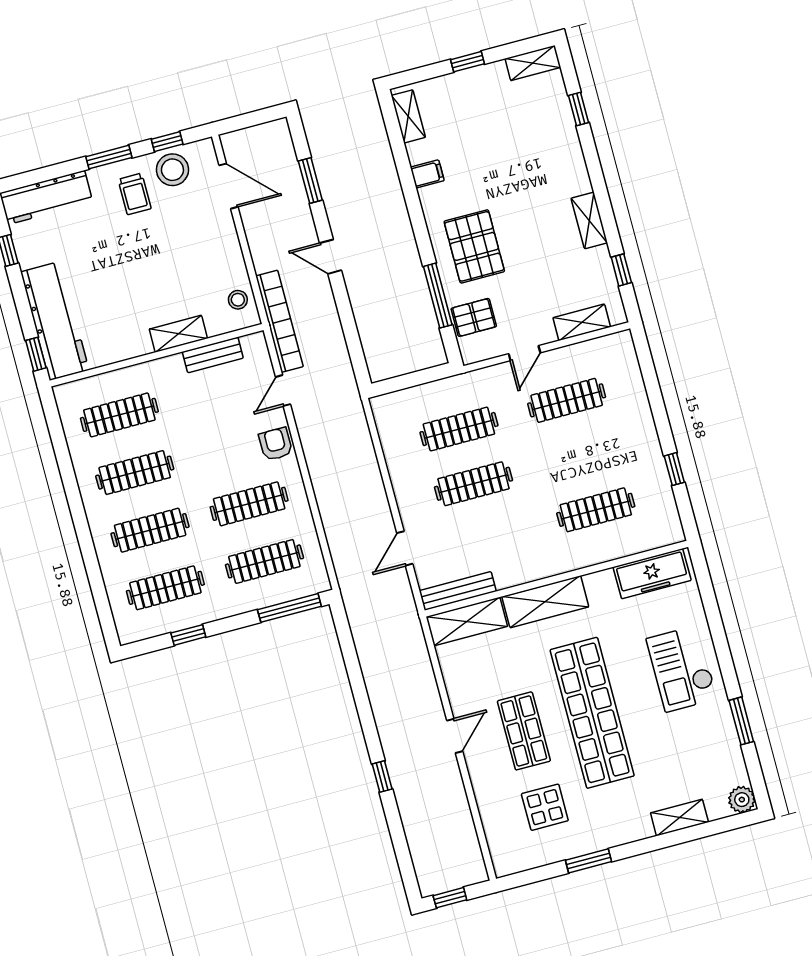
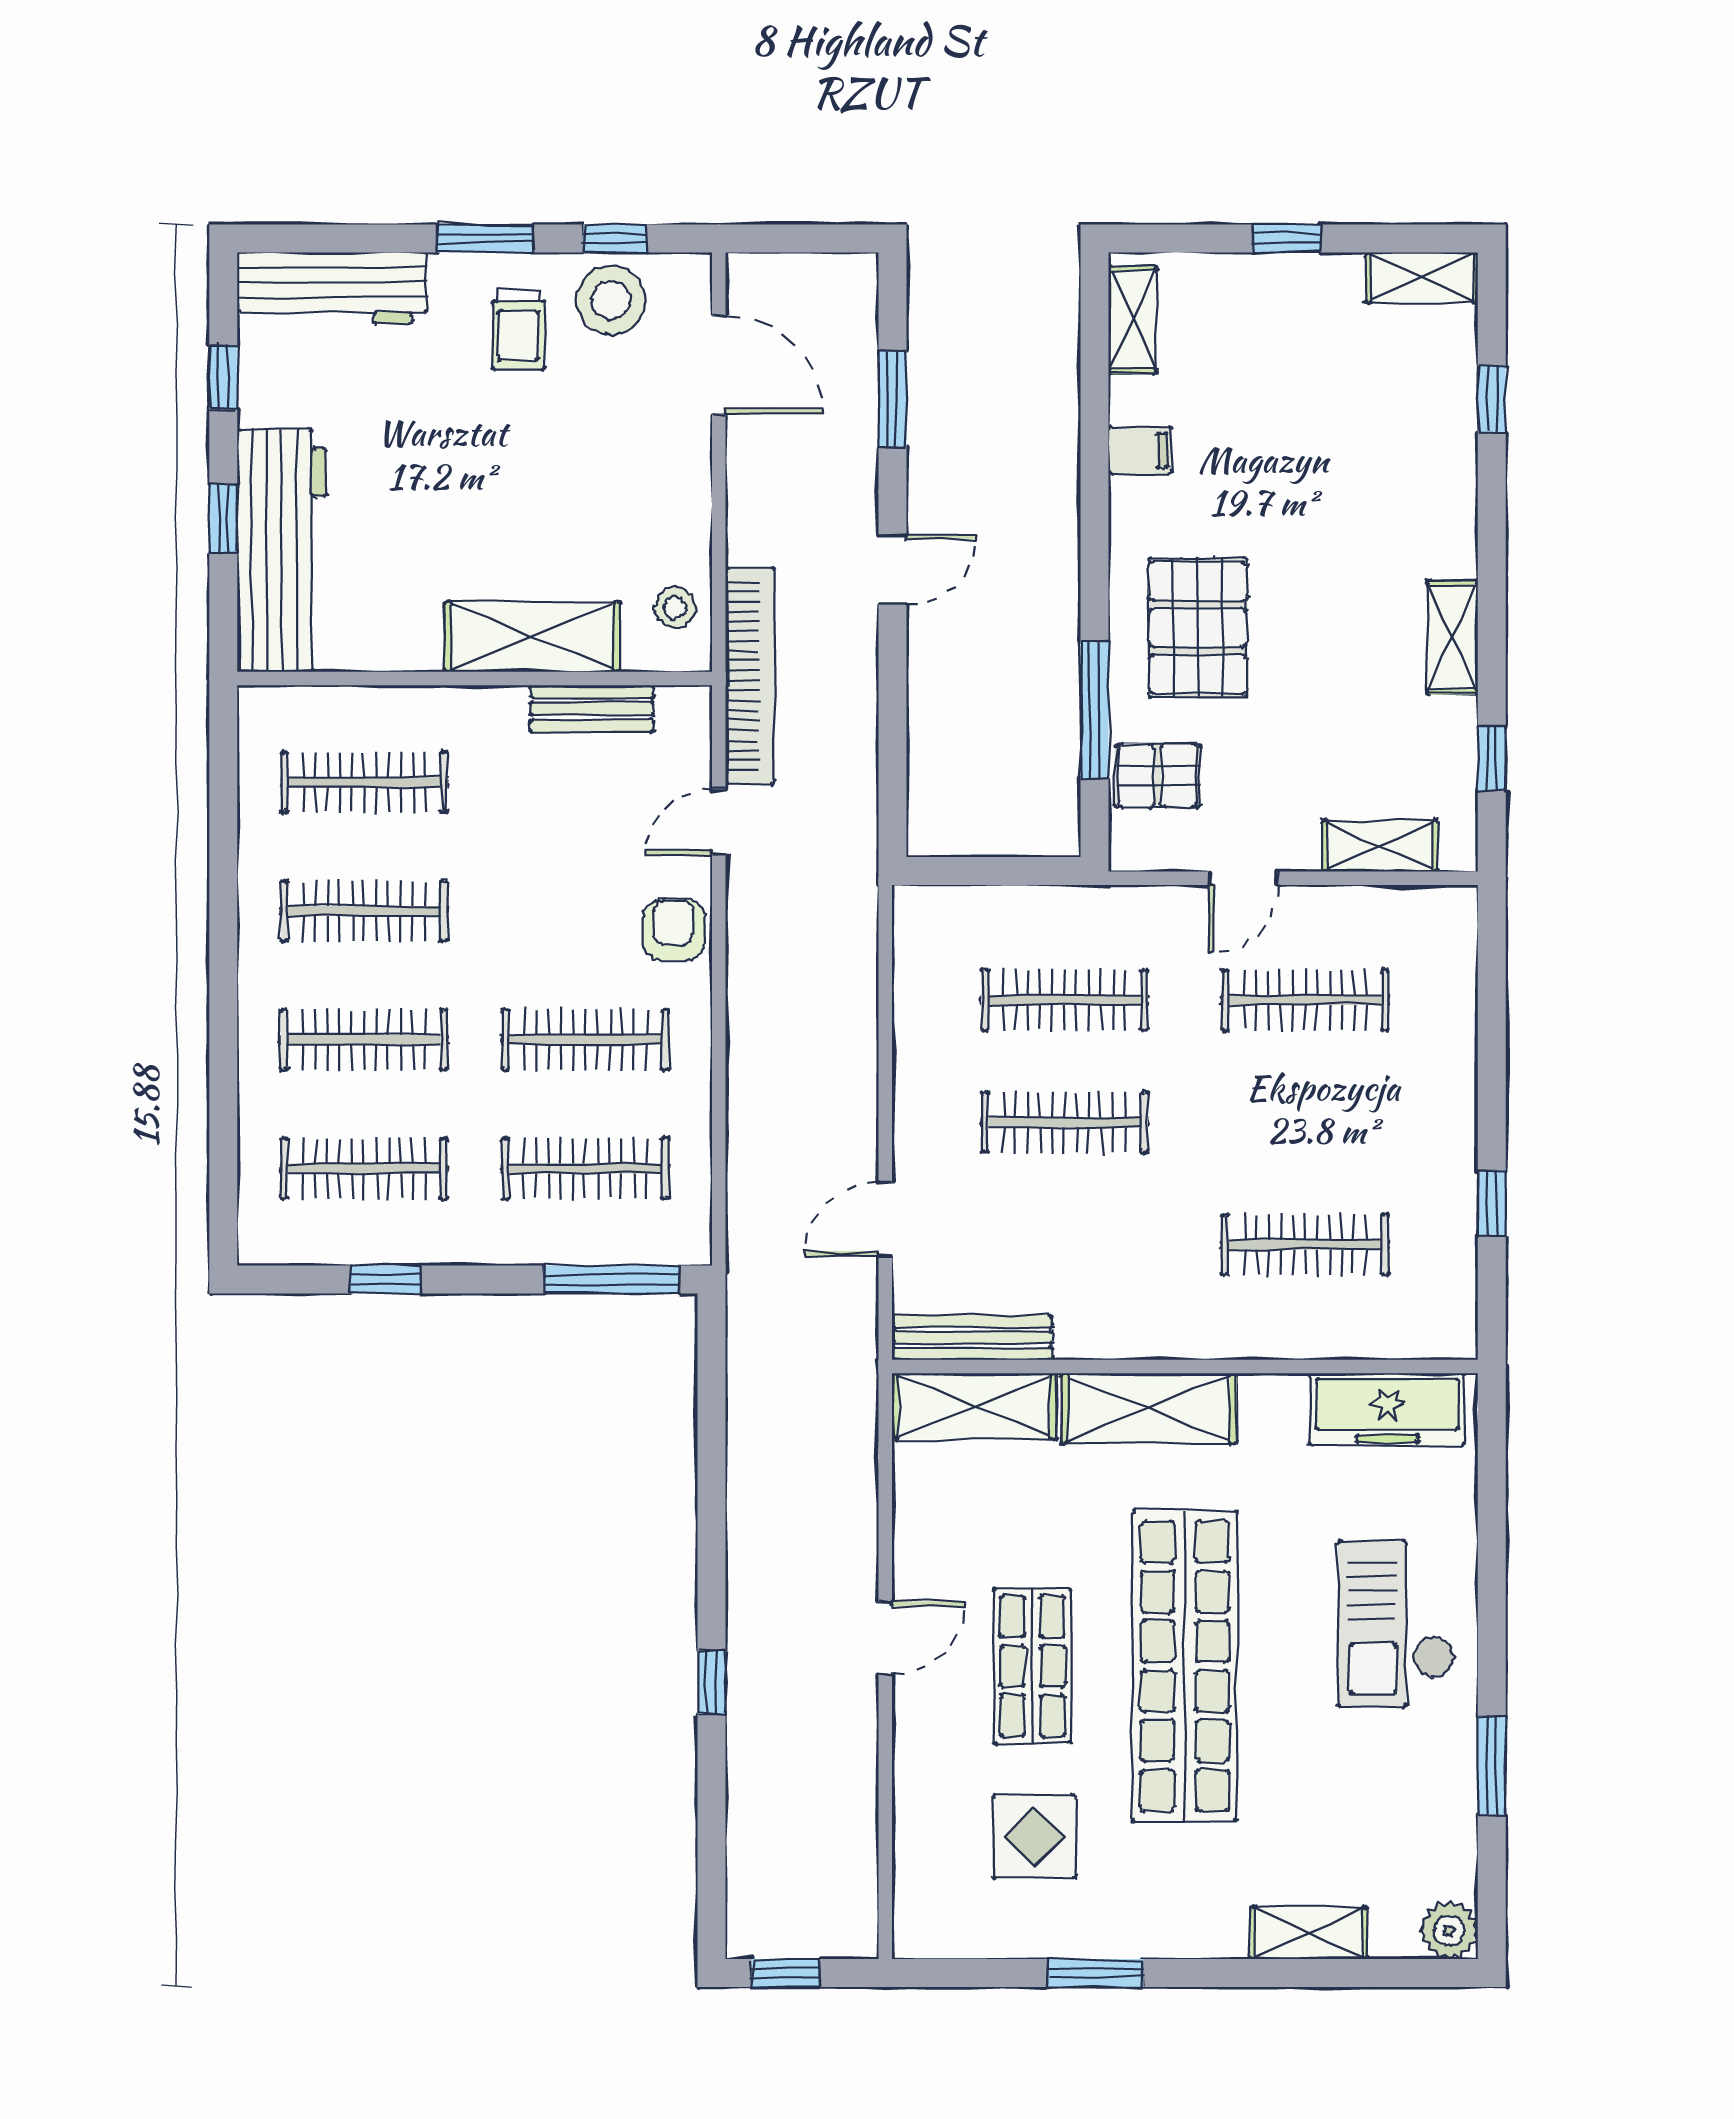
door: (331, 257) -> (892, 569), swing flipped
shelving: (178, 334) -> (532, 637), width x1.50, depth x1.33
window: (36, 354) -> (223, 519), moved

